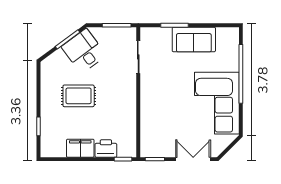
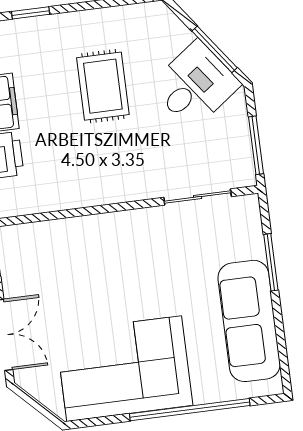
sofa: (194, 39) -> (249, 321), width x1.36

